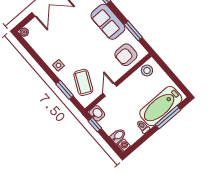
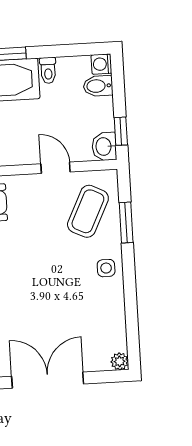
door: (110, 90) -> (55, 168), swing flipped

